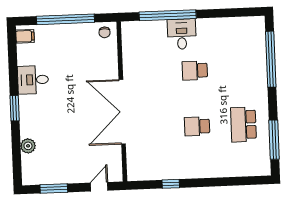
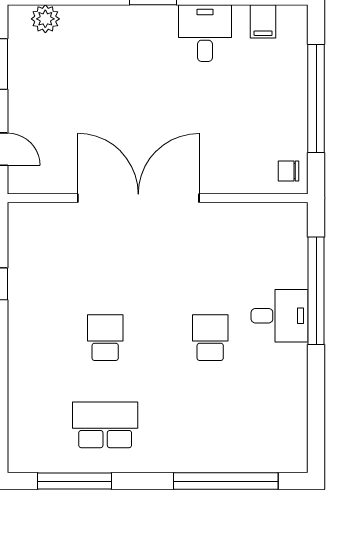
filing cabinet: (25, 36) -> (263, 21), moved
plant: (28, 146) -> (45, 19), moved

